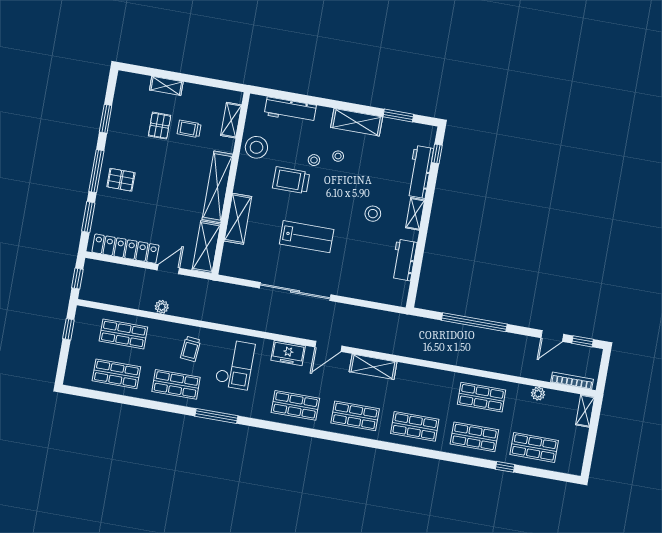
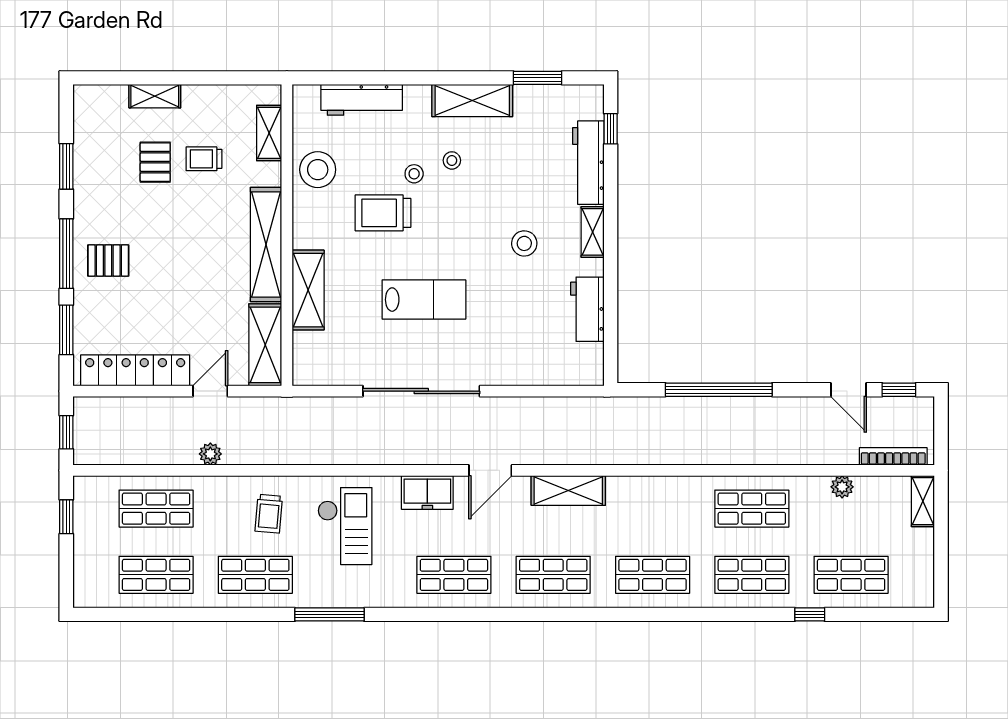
door: (552, 336) -> (849, 390), hinge flipped

